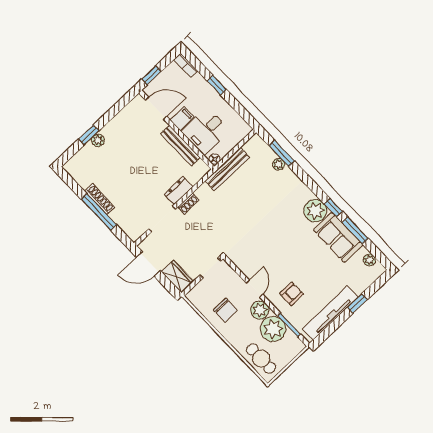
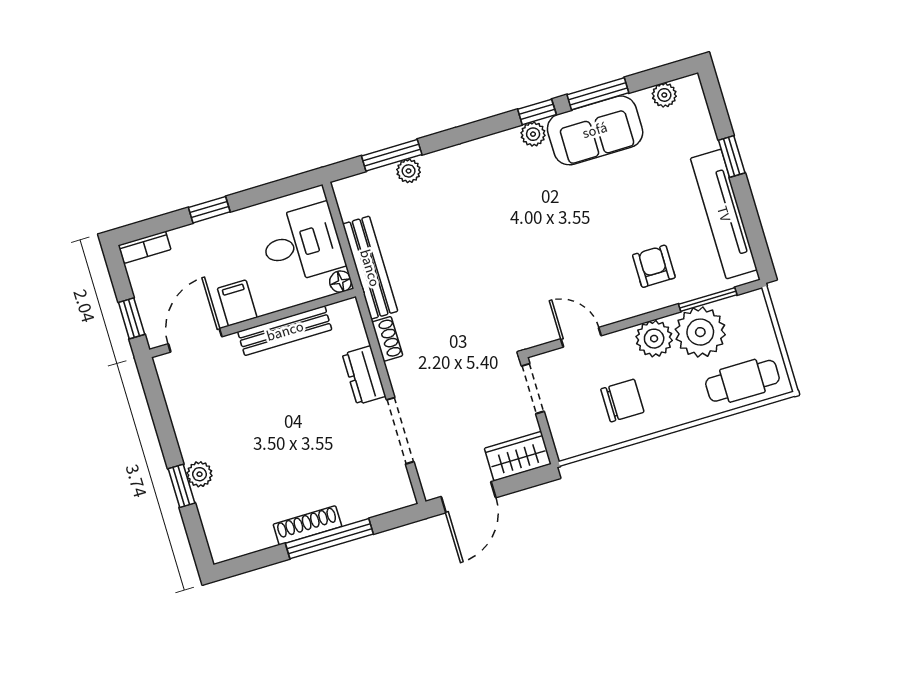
desk: (206, 131) -> (302, 244), moved, turned -90
shoe rack: (188, 204) -> (387, 339), moved
plant: (315, 211) -> (533, 134), width x0.53, depth x0.53
door: (255, 289) -> (581, 337), moved

